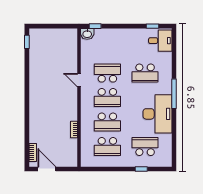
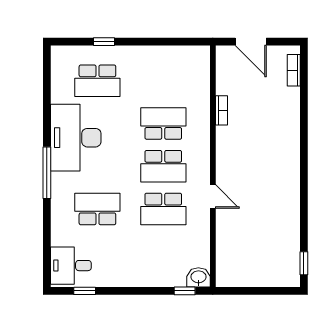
school desk: (107, 98) -> (163, 166), turned 180
school desk: (107, 147) -> (163, 81), removed
door: (47, 169) -> (251, 42), moved

